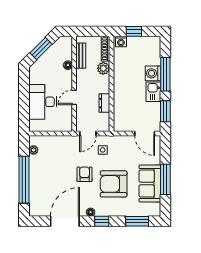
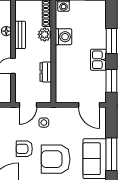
bench: (81, 56) -> (20, 35), moved
washing machine: (153, 73) -> (63, 37), moved, turned 180
window: (165, 74) -> (111, 41), width x0.69
armchair: (85, 174) -> (24, 149), turned -90

